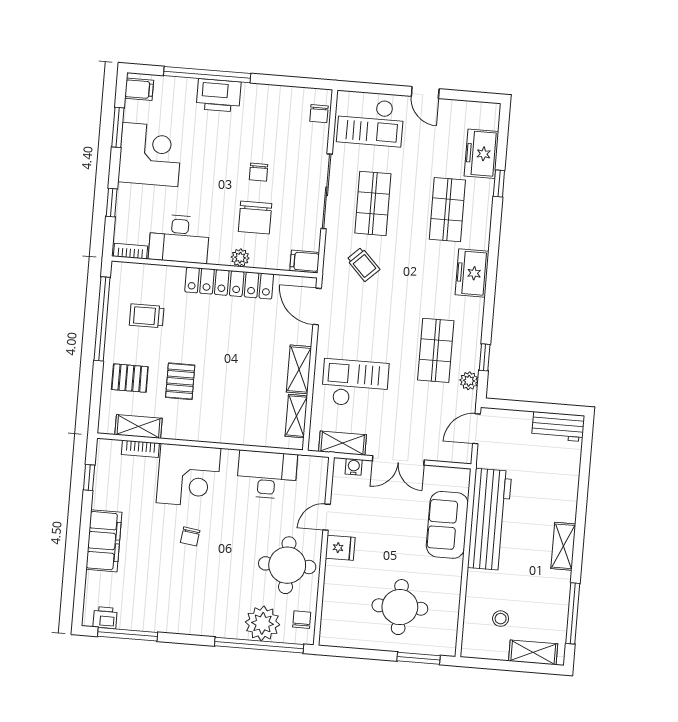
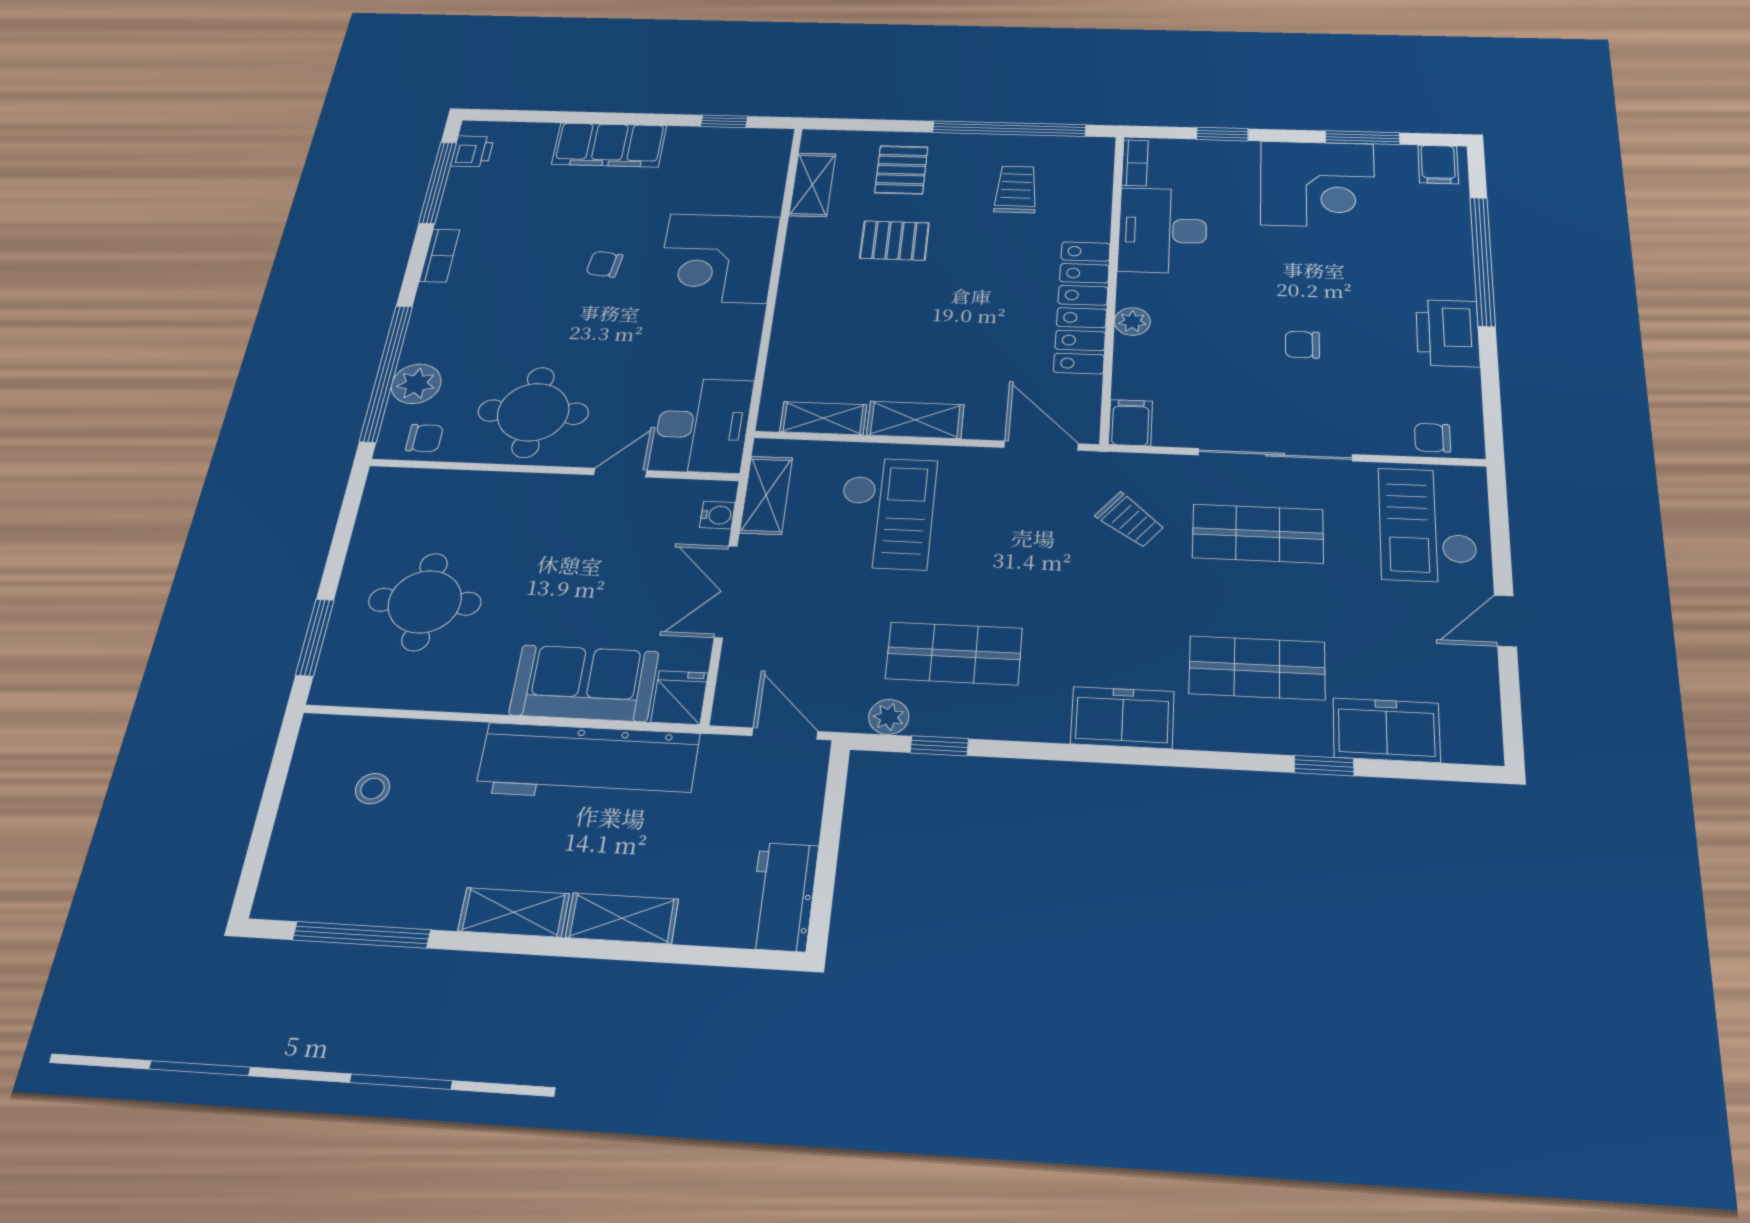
printer: (219, 95) -> (1448, 333), moved
chair: (255, 217) -> (1212, 342), removed
trolley: (363, 264) -> (1130, 520), turned -97
door: (317, 306) -> (1041, 446), hinge flipped
bookcase: (140, 449) -> (440, 256), moved, turned 180
desk: (267, 475) -> (703, 425), moved
door: (327, 517) -> (620, 473), hinge flipped
fridge: (340, 548) -> (680, 698), moved, turned 180
plant: (263, 623) -> (416, 384), width x0.73, depth x0.73
shelving: (533, 652) -> (622, 918), moved, turned 90

